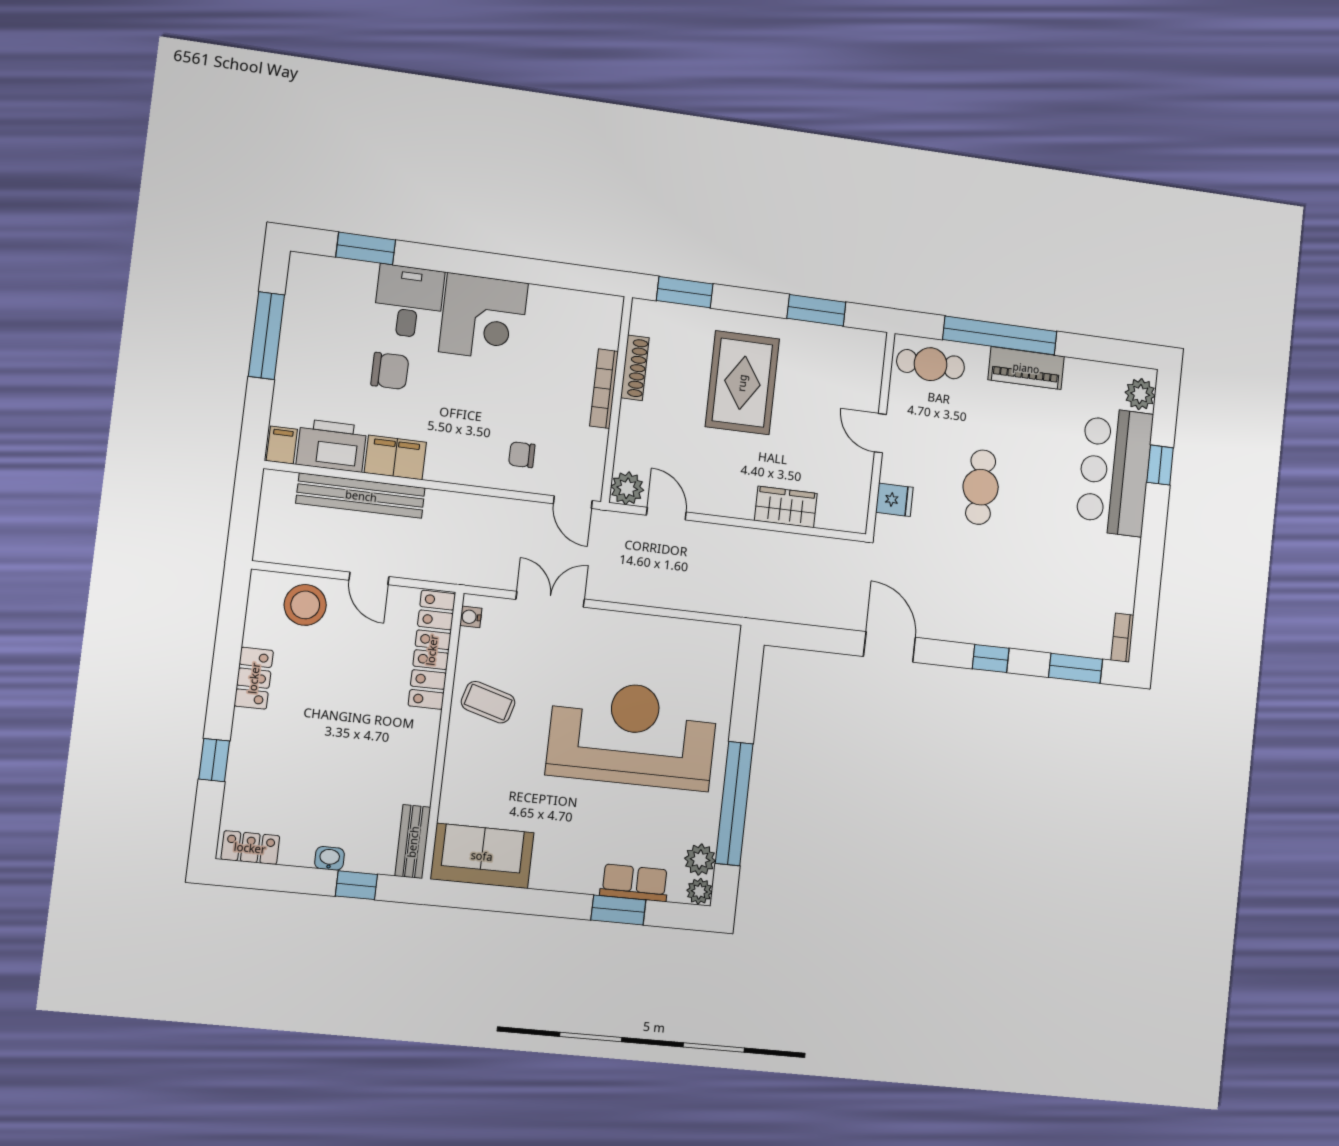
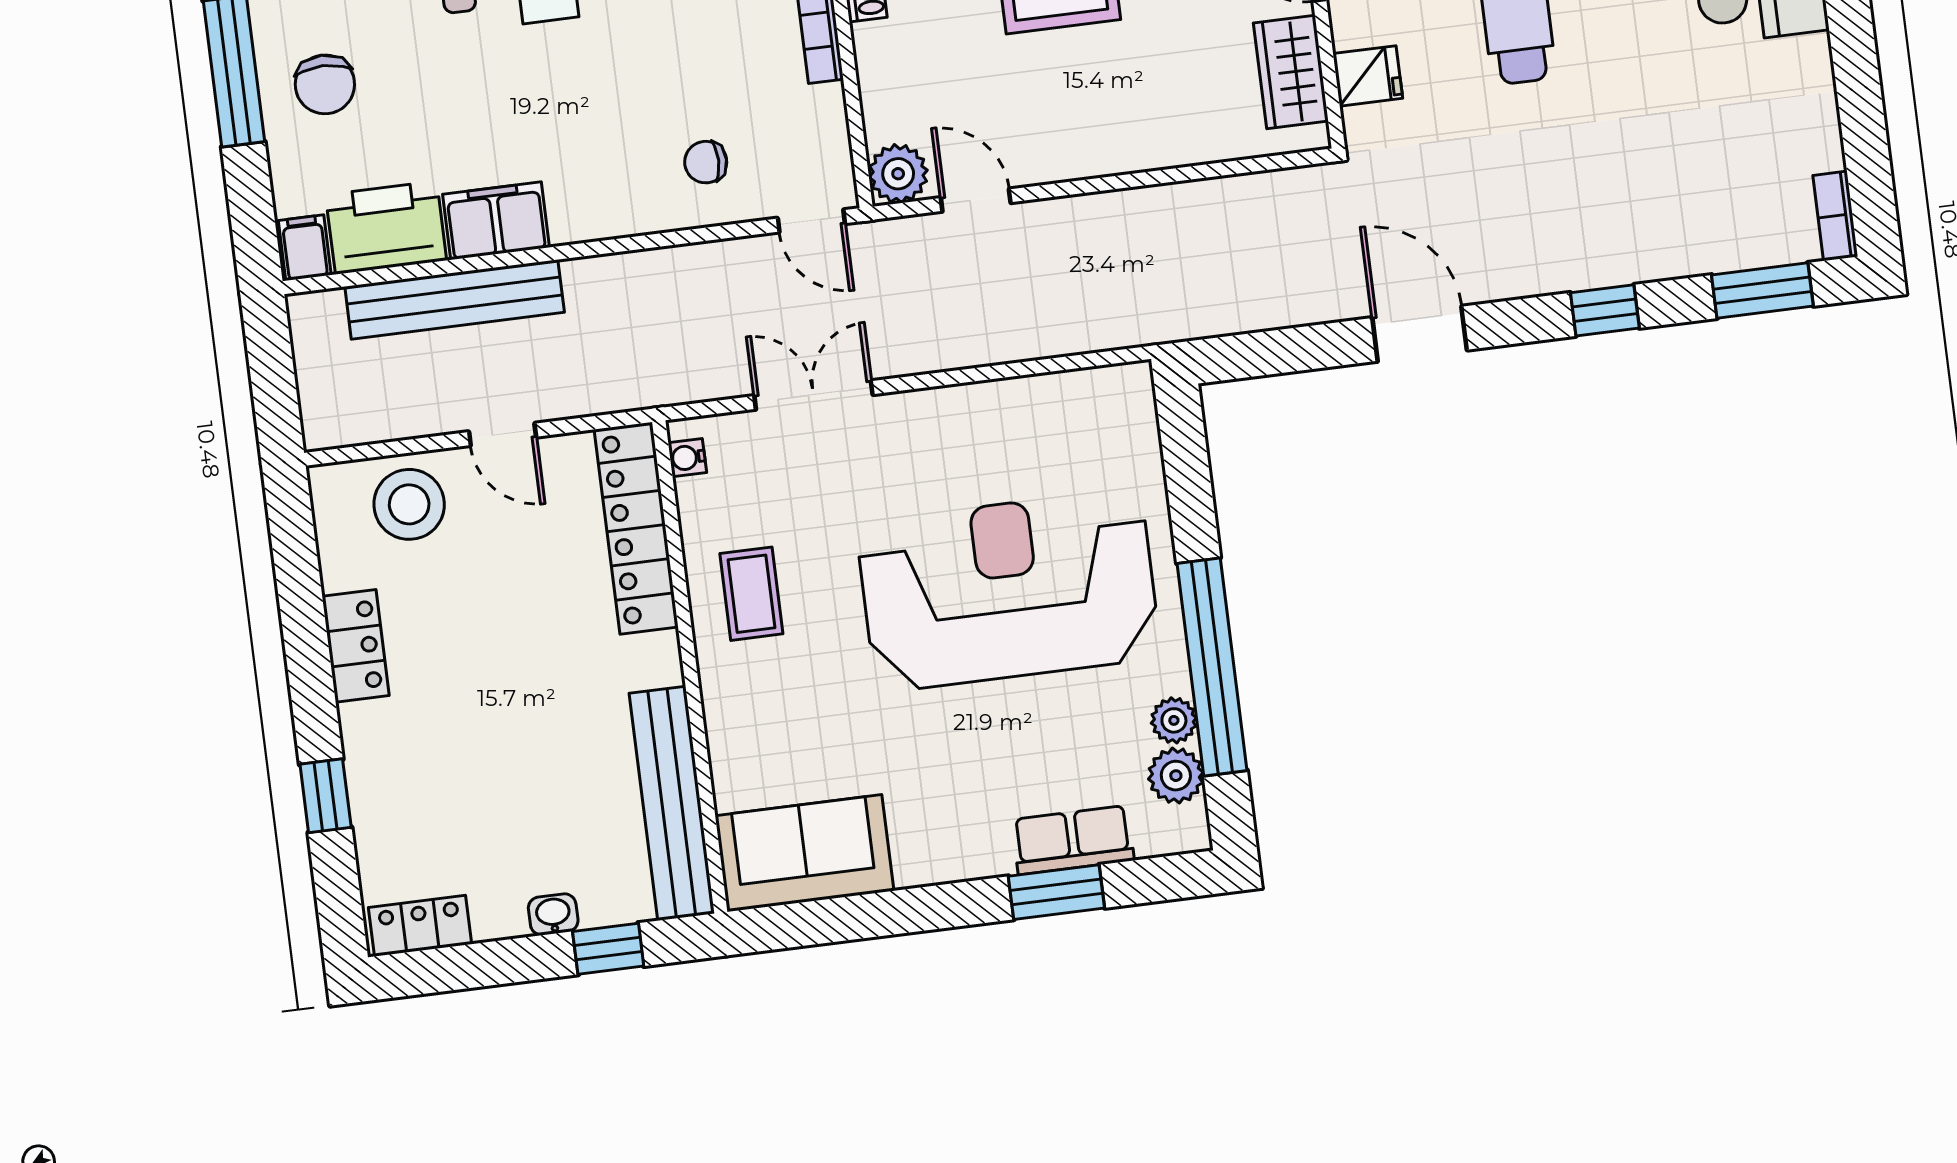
chair: (390, 371) -> (325, 84), moved, turned 90
wardrobe: (786, 507) -> (1291, 72), moved, turned -90
coffee table: (488, 702) -> (751, 594), turned 74
bench: (413, 842) -> (672, 803), width x1.86, depth x1.21
plant: (699, 891) -> (1174, 720), moved

